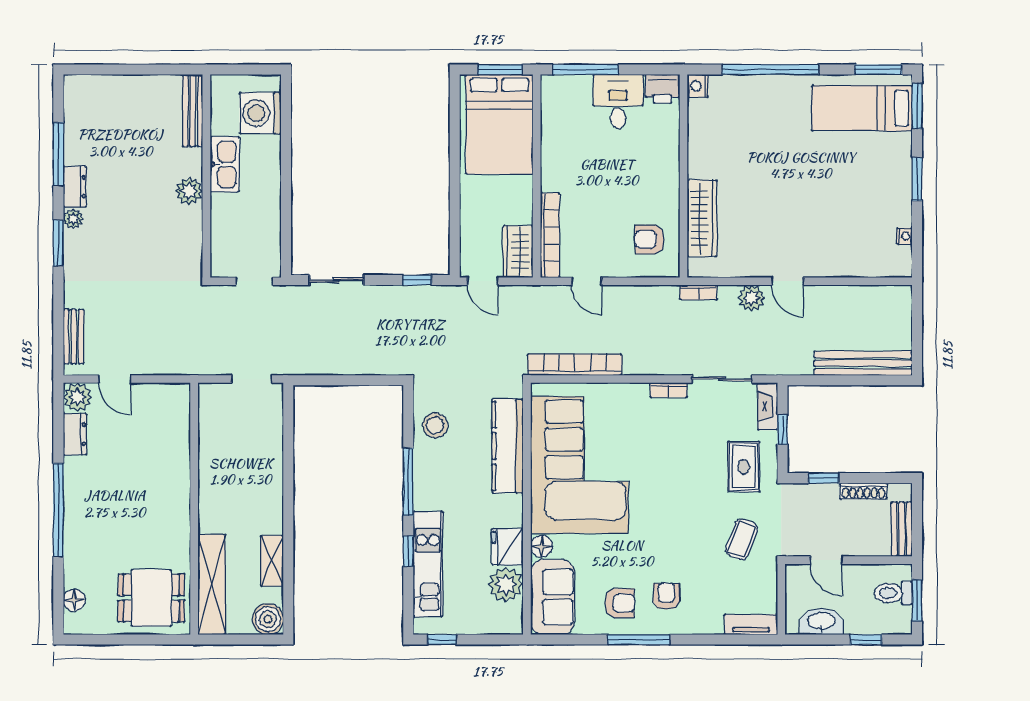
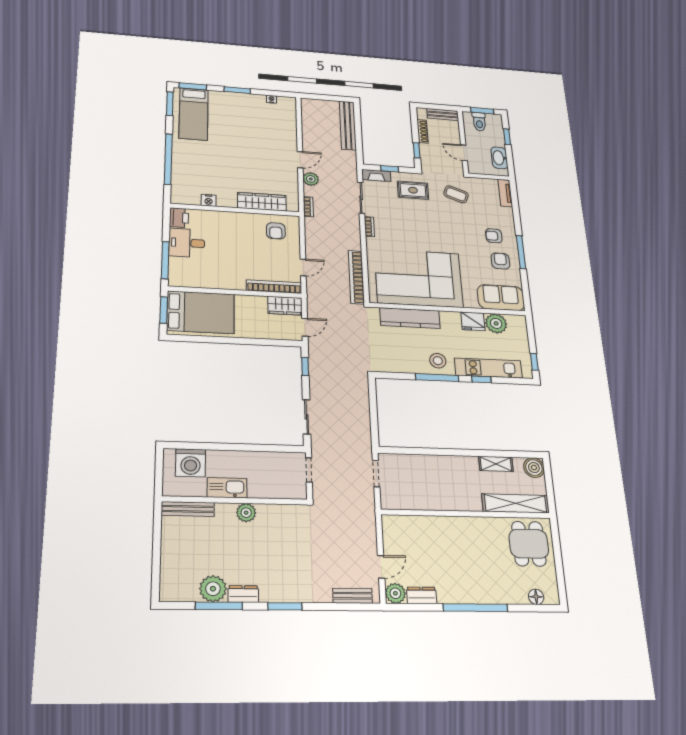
nightstand: (698, 86) -> (209, 200), moved
plant: (73, 219) -> (213, 589), moved, width x1.87, depth x1.87
stool: (435, 425) -> (438, 361), moved
floor lamp: (542, 546) -> (471, 302), removed
door: (826, 560) -> (464, 153), swing flipped

